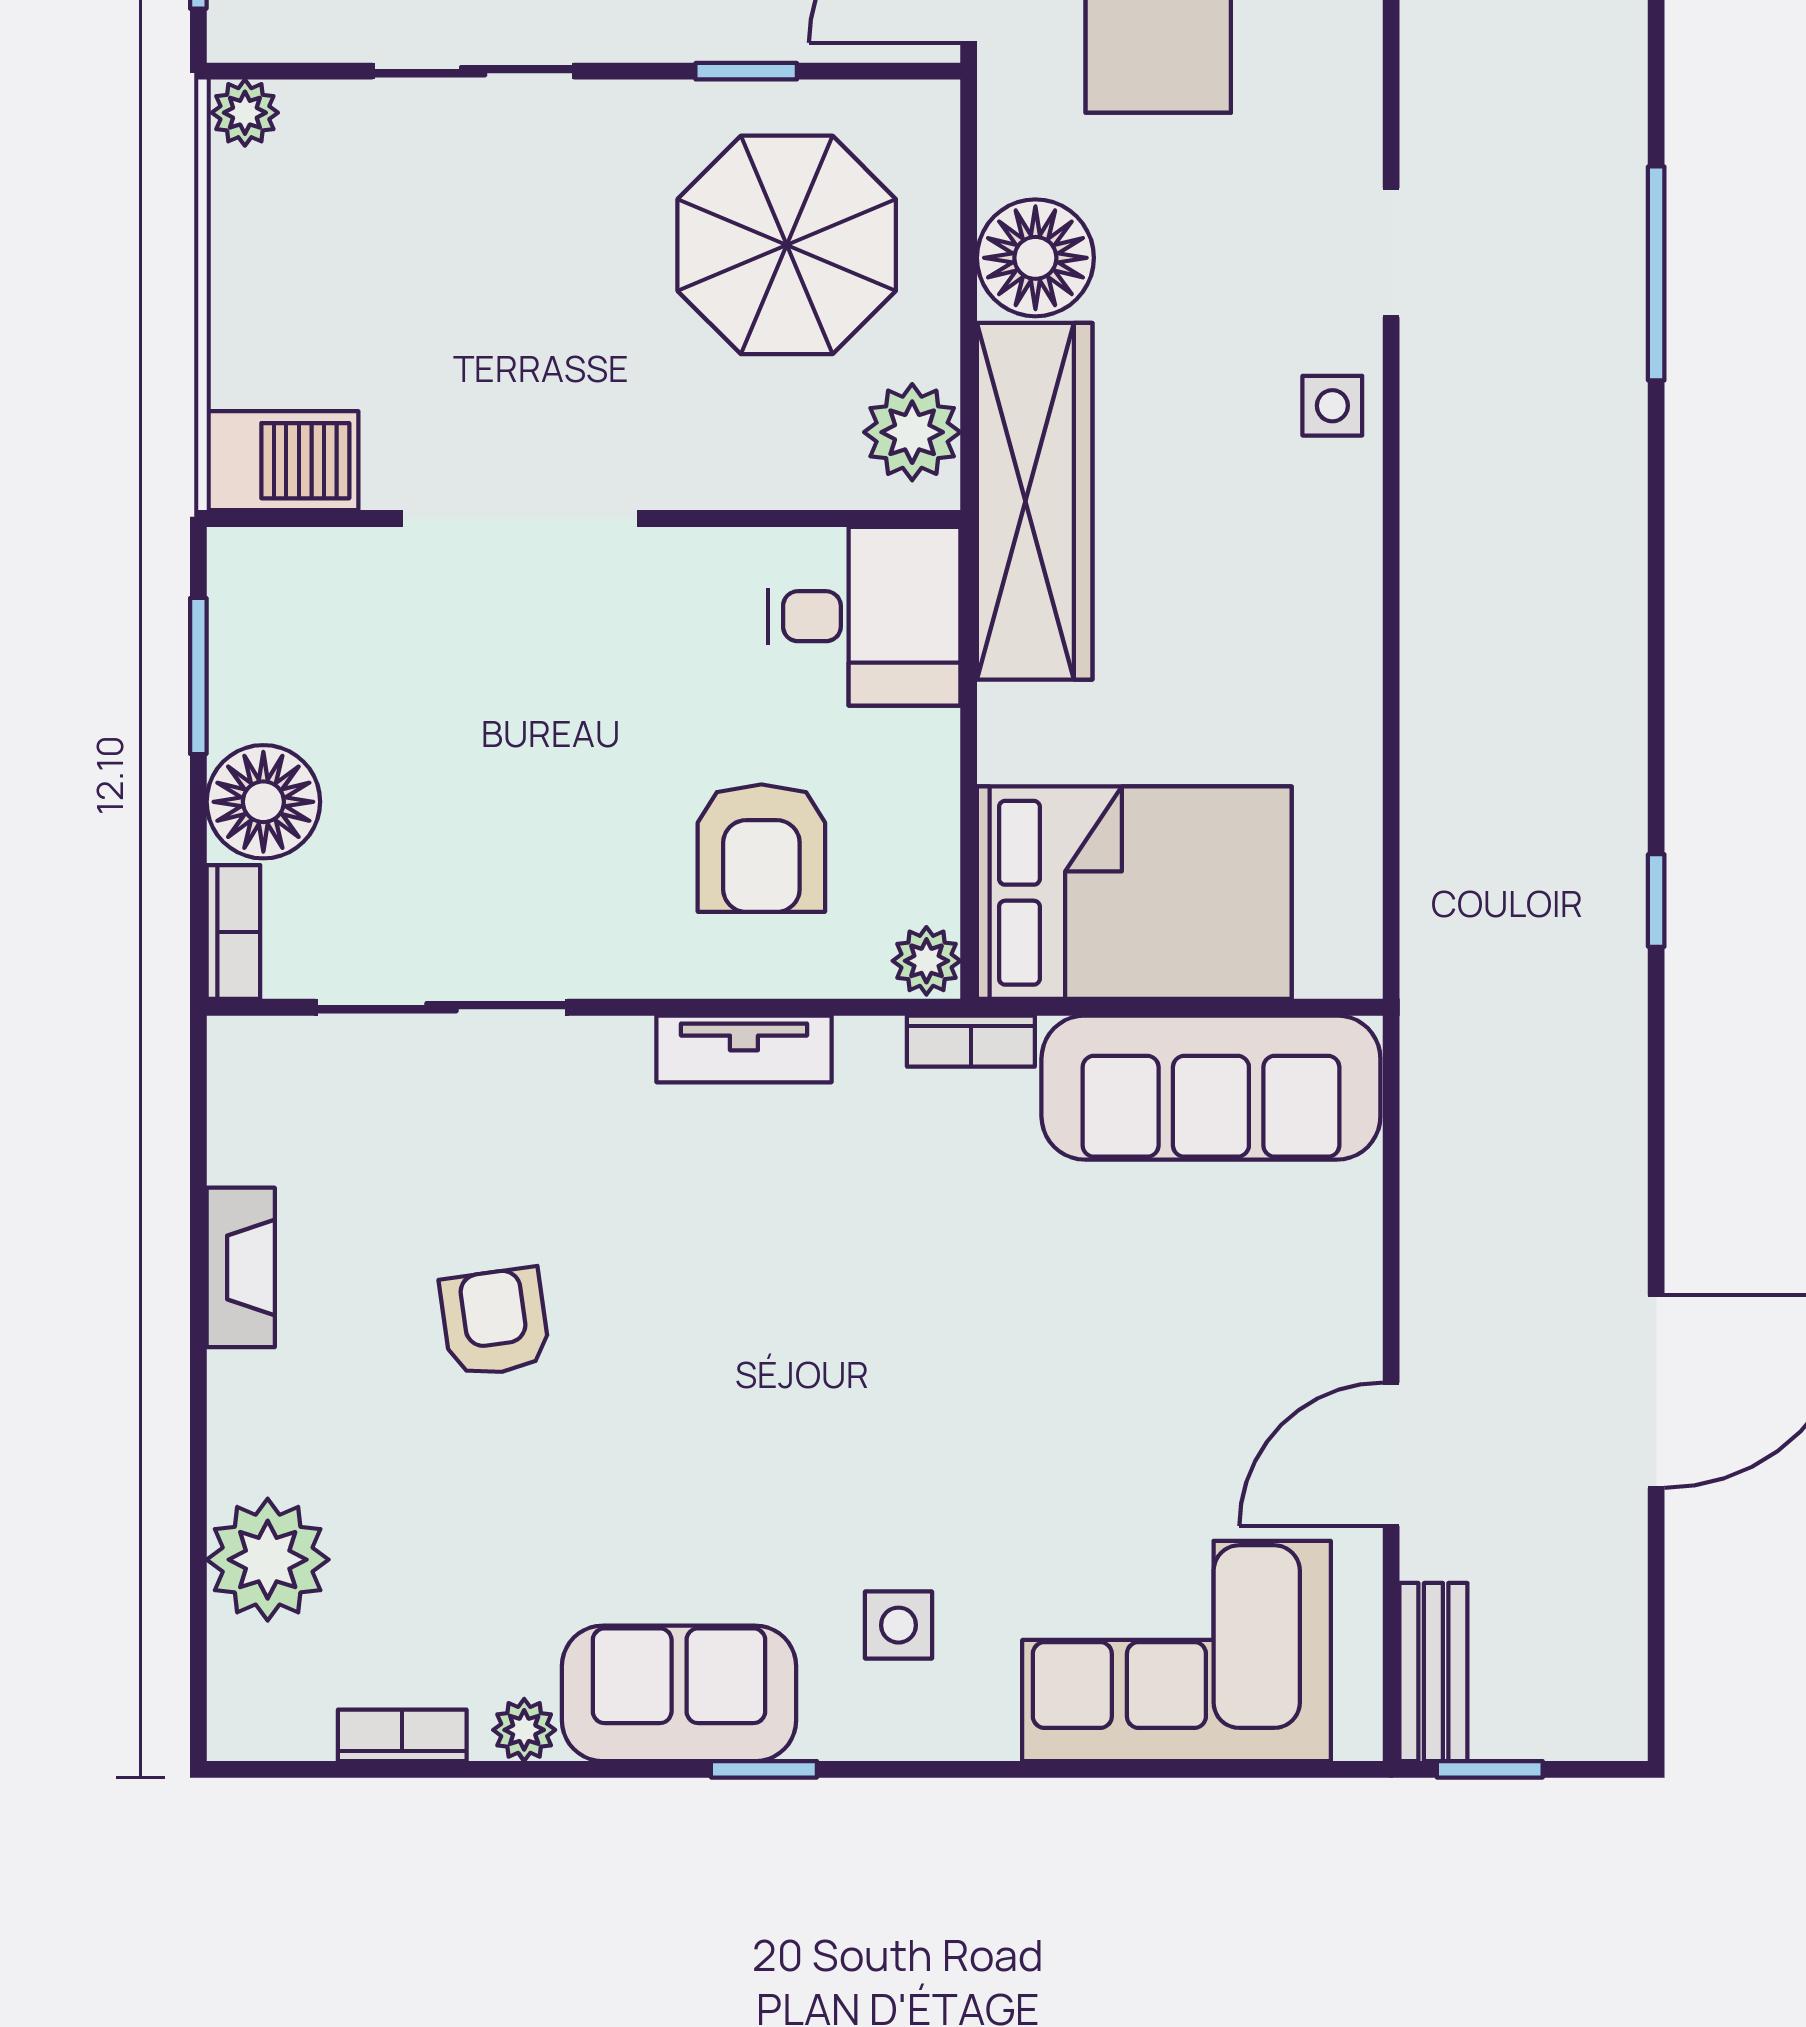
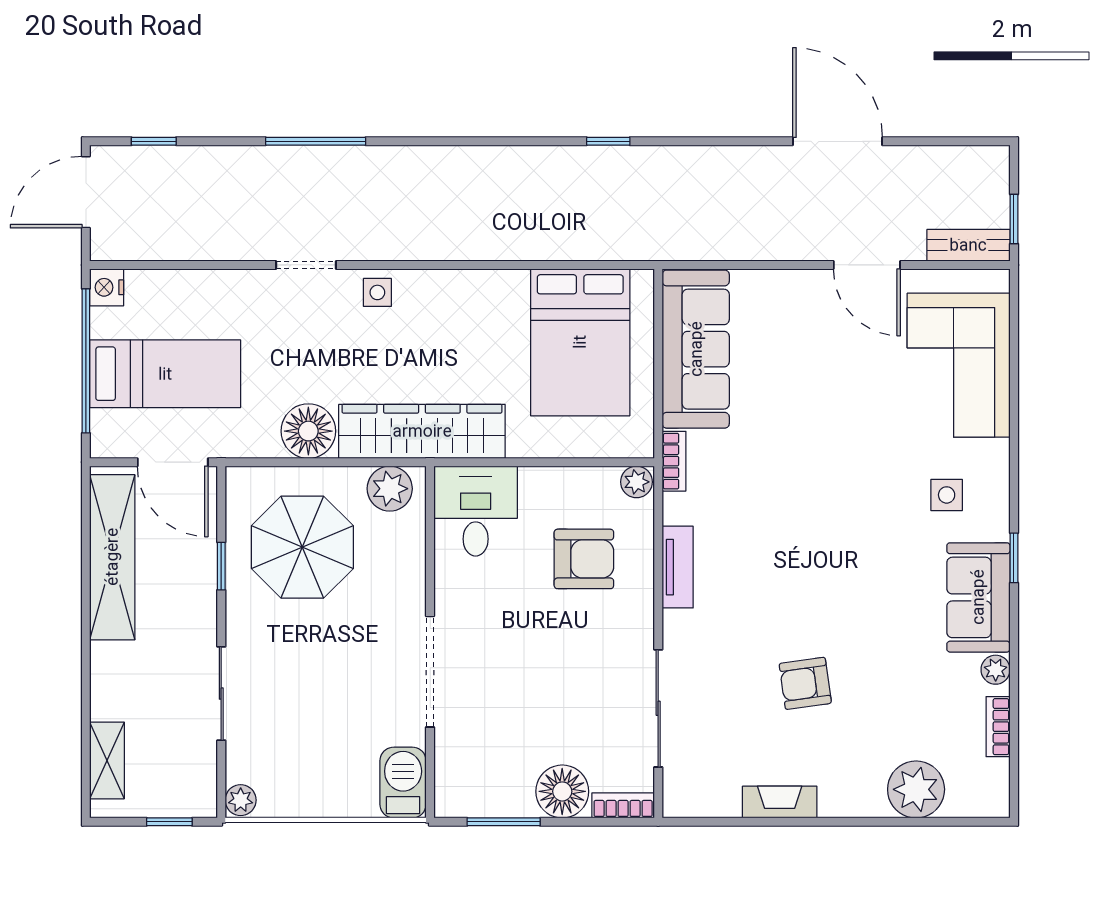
bed: (1134, 893) -> (580, 342), moved, turned 180

